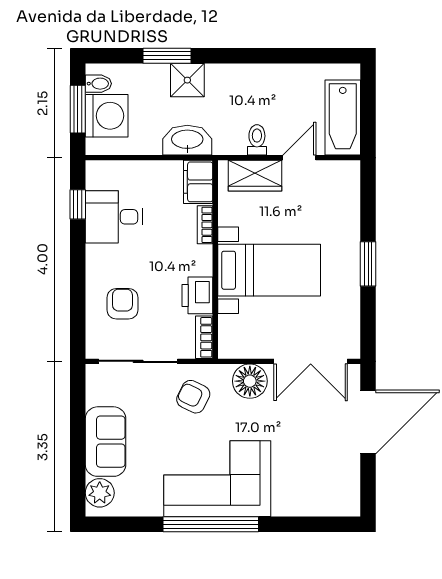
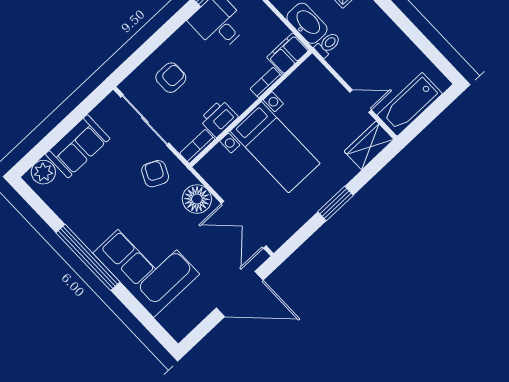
toilet: (257, 140) -> (328, 45), moved
wardrobe: (255, 176) -> (369, 145), moved, turned 90
corner sofa: (217, 479) -> (146, 264), moved

